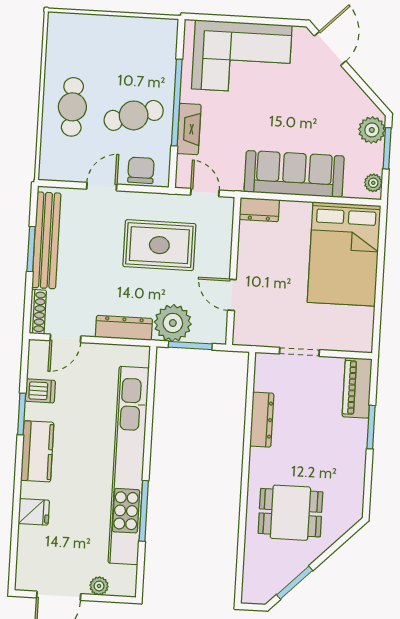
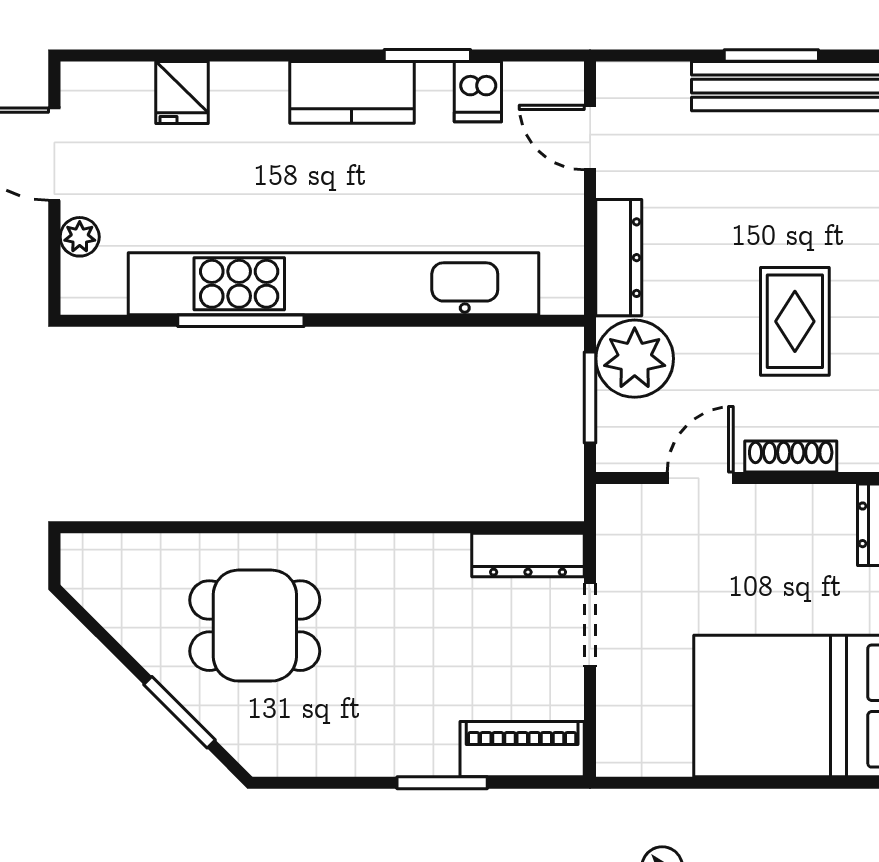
rug: (159, 245) -> (795, 321), width x0.73, depth x0.70
shoe rack: (38, 312) -> (791, 457), moved, turned 180
dresser: (262, 420) -> (528, 555), moved
fridge: (34, 512) -> (182, 93), moved
dining table: (290, 513) -> (255, 626), turned 90
window: (295, 583) -> (179, 712), moved

